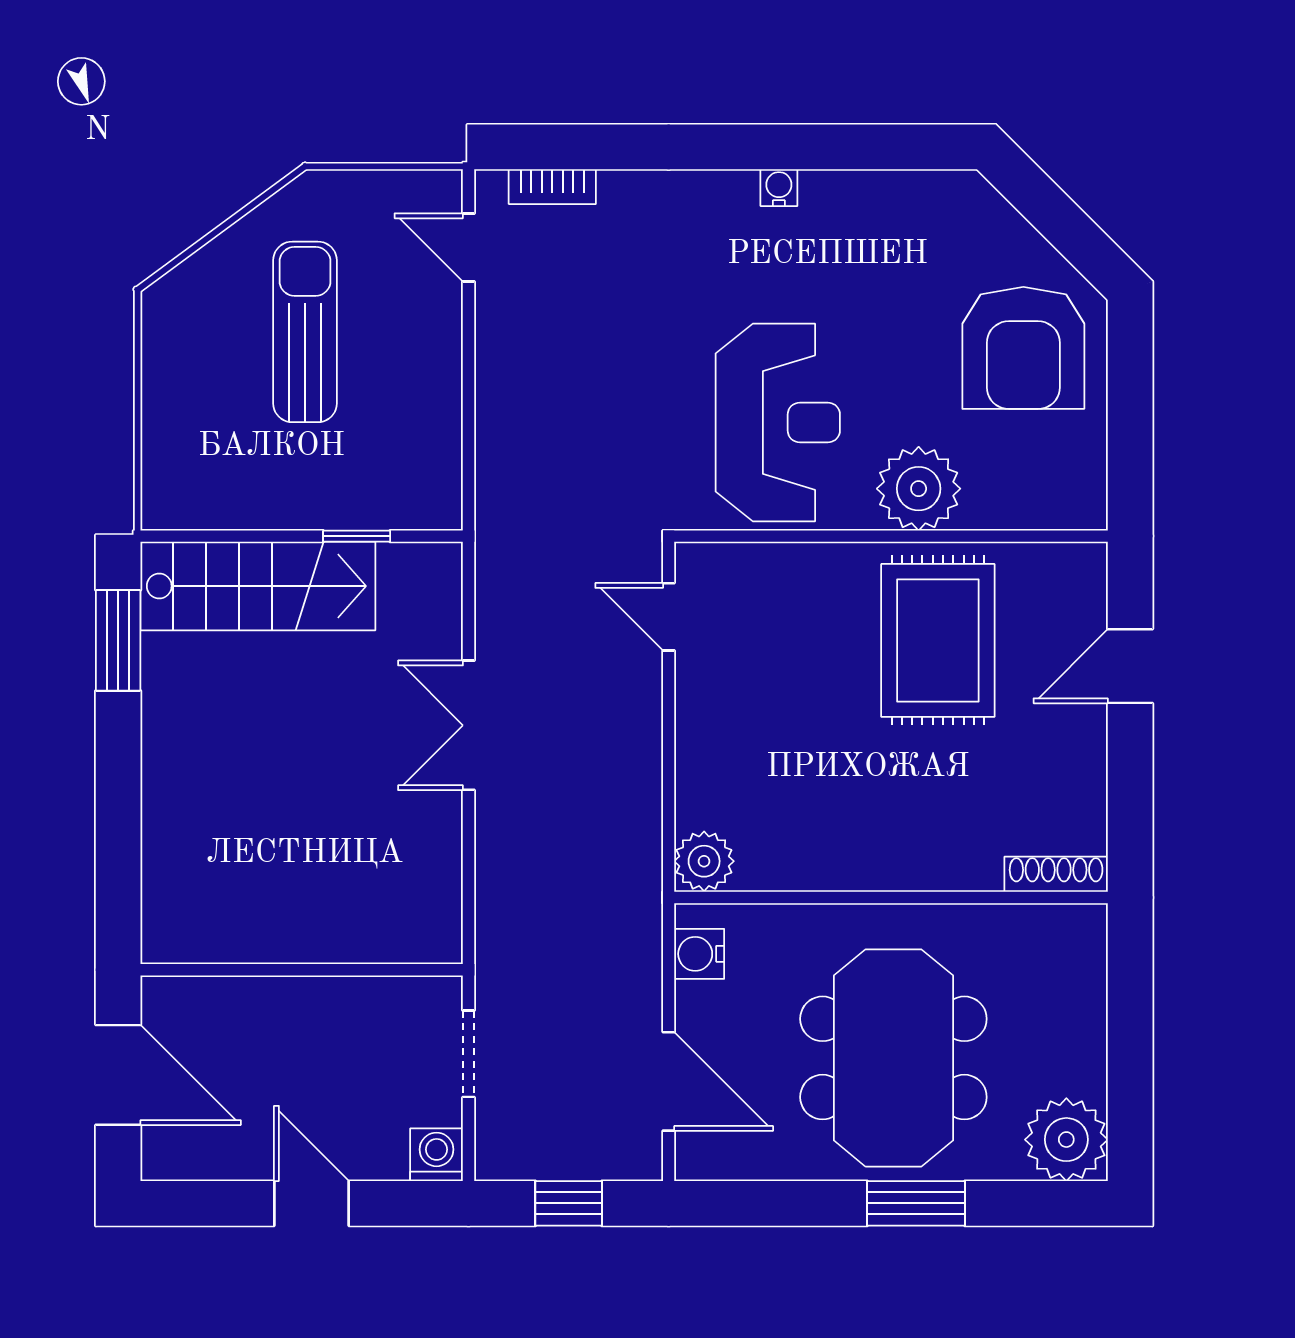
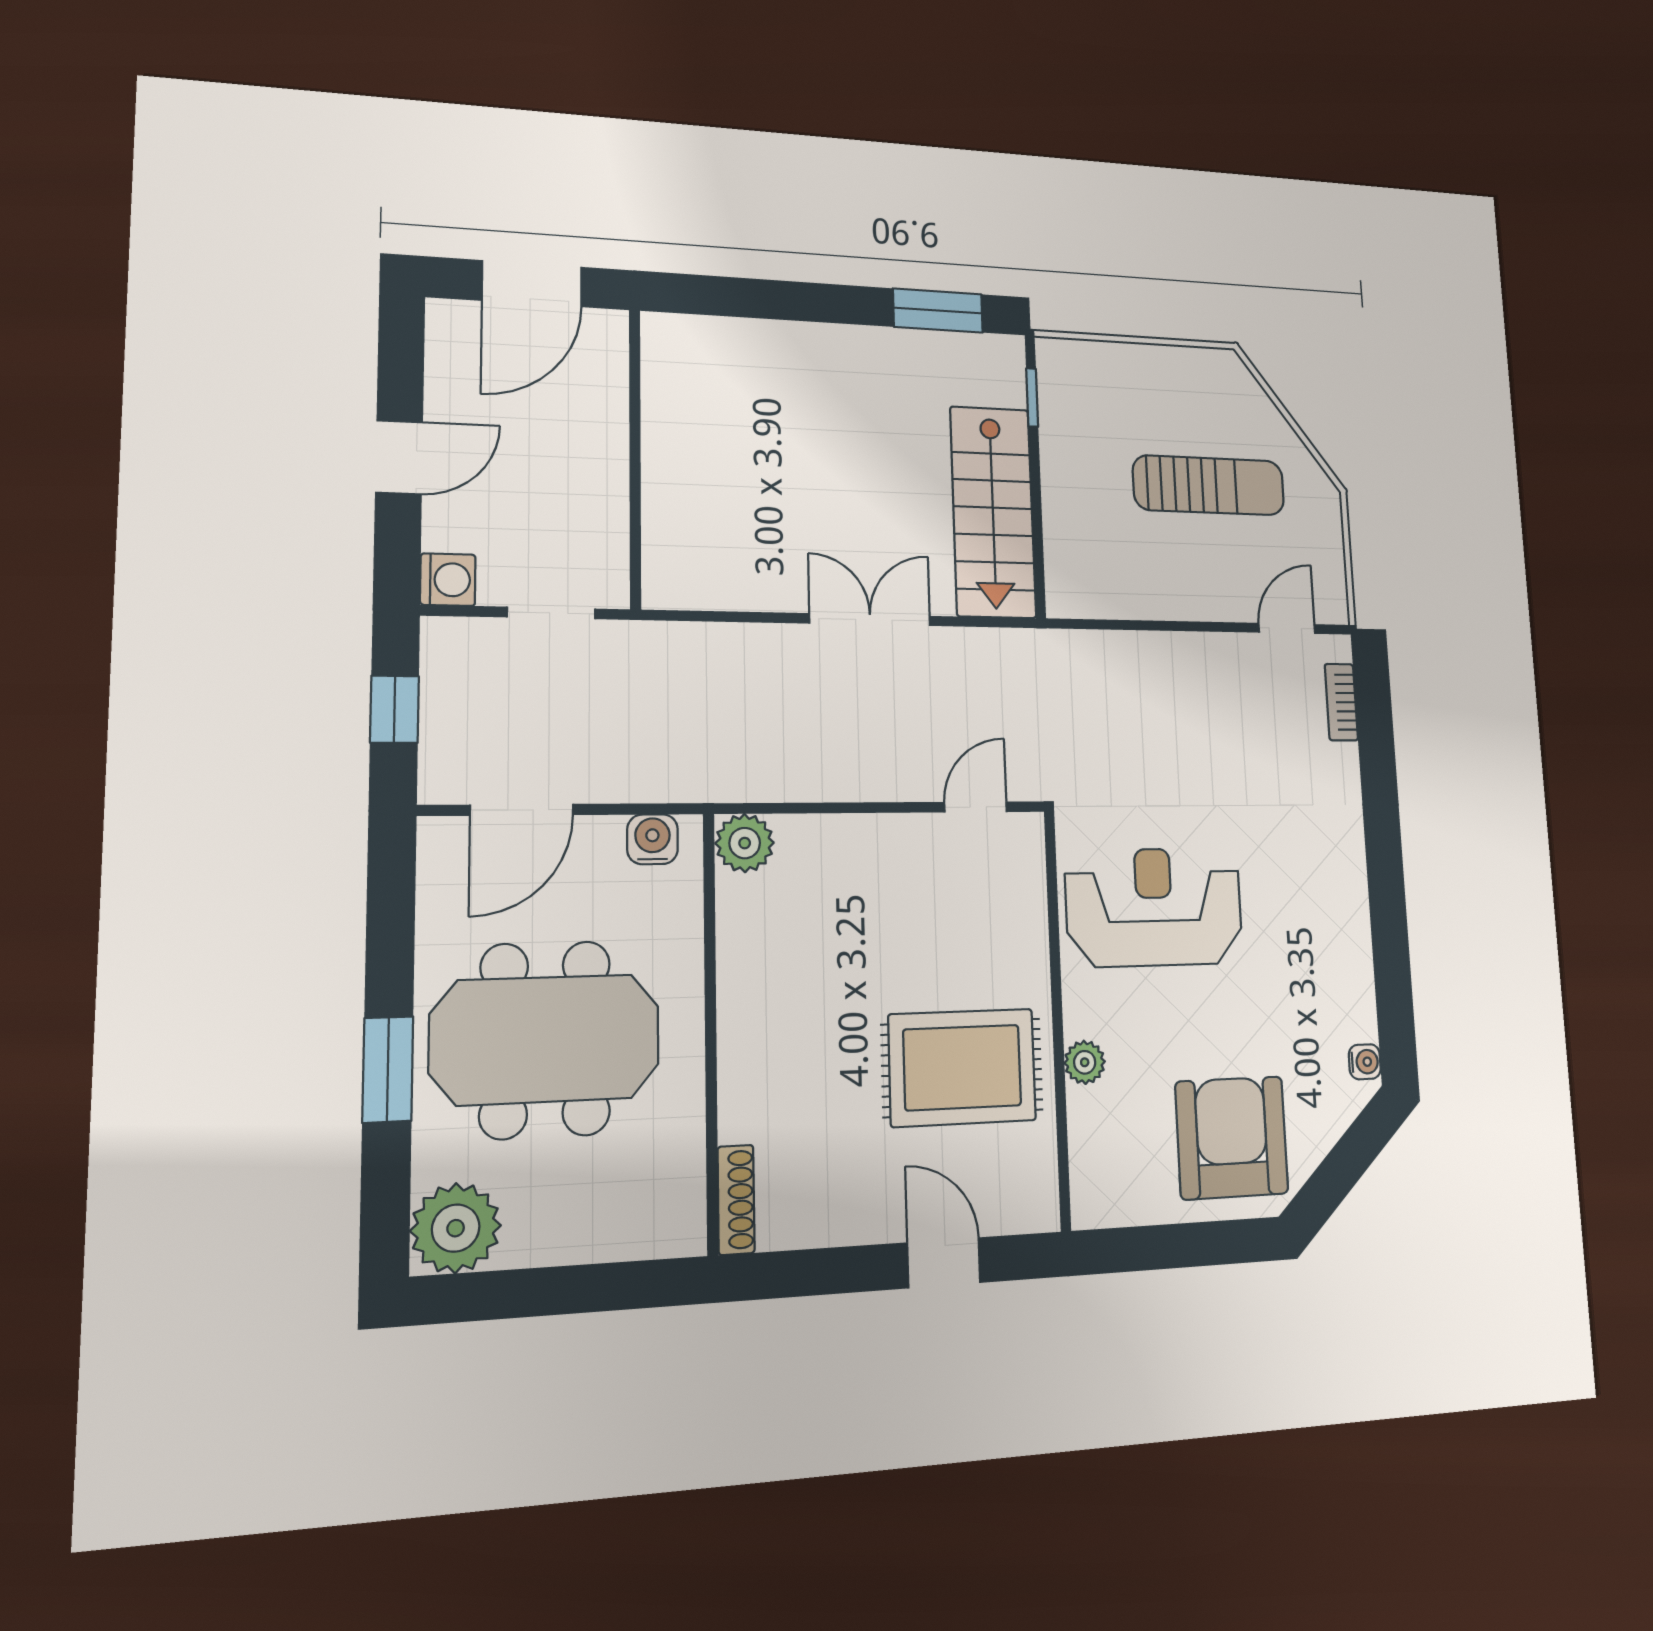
water cooler: (779, 188) -> (1365, 1062), moved
armchair: (1023, 348) -> (1232, 1138), turned 90
reception desk: (778, 423) -> (1154, 907), turned 180
plant: (919, 489) -> (1085, 1062), width x0.53, depth x0.53
window: (357, 536) -> (1032, 397), moved
stairs: (258, 586) -> (993, 512), moved

